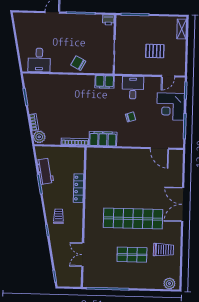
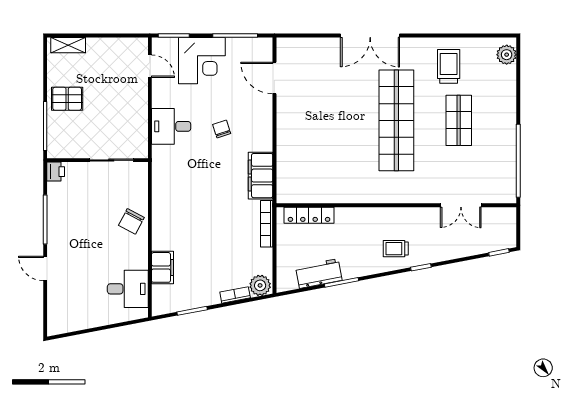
pallet: (155, 51) -> (67, 99), moved, turned 90
filing cabinet: (105, 82) -> (163, 267), moved
door: (159, 148) -> (274, 78), swing flipped
locker: (79, 188) -> (309, 215), moved

